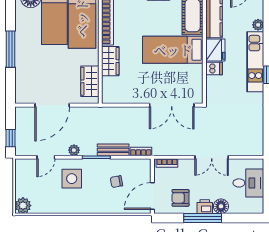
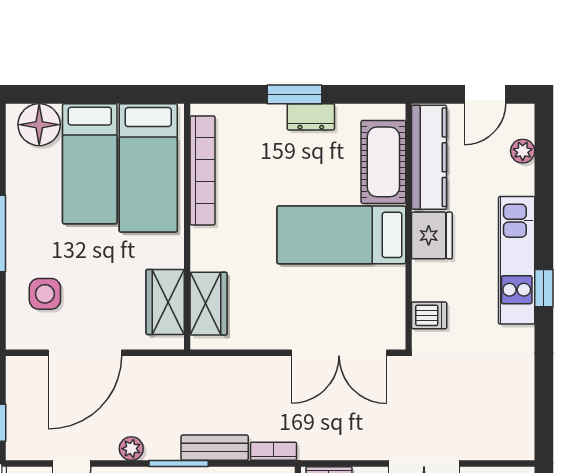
plant: (258, 25) -> (523, 151), moved
wardrobe: (110, 61) -> (209, 304), moved
dishwasher: (214, 69) -> (429, 315), moved
side table: (33, 77) -> (45, 294), added

